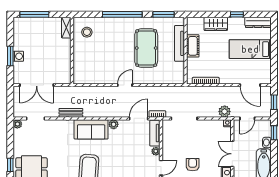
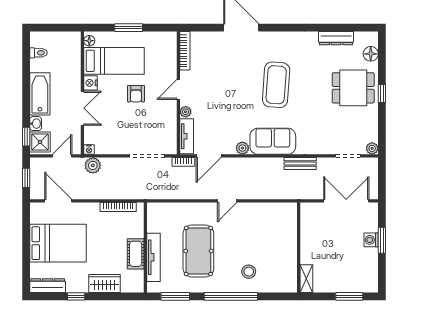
window: (34, 14) -> (349, 296), width x0.69
stool: (87, 32) -> (249, 272), moved
bed: (250, 49) -> (58, 243), width x1.50
shower: (264, 129) -> (40, 142), added

